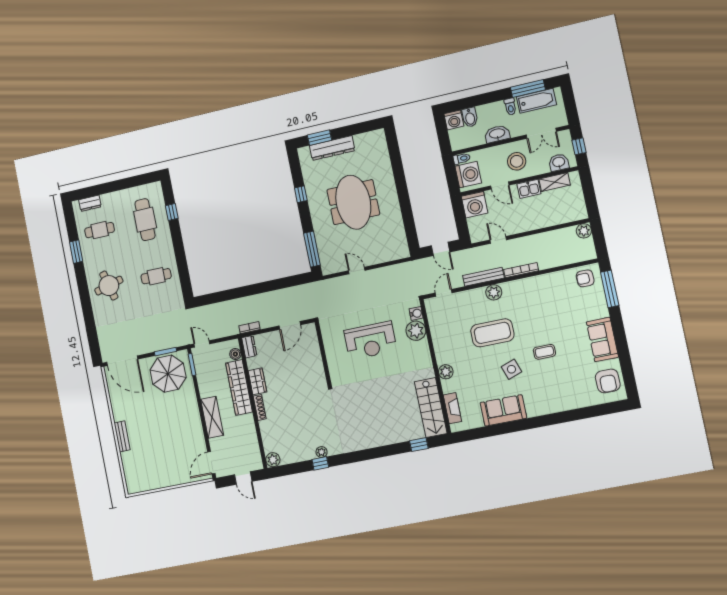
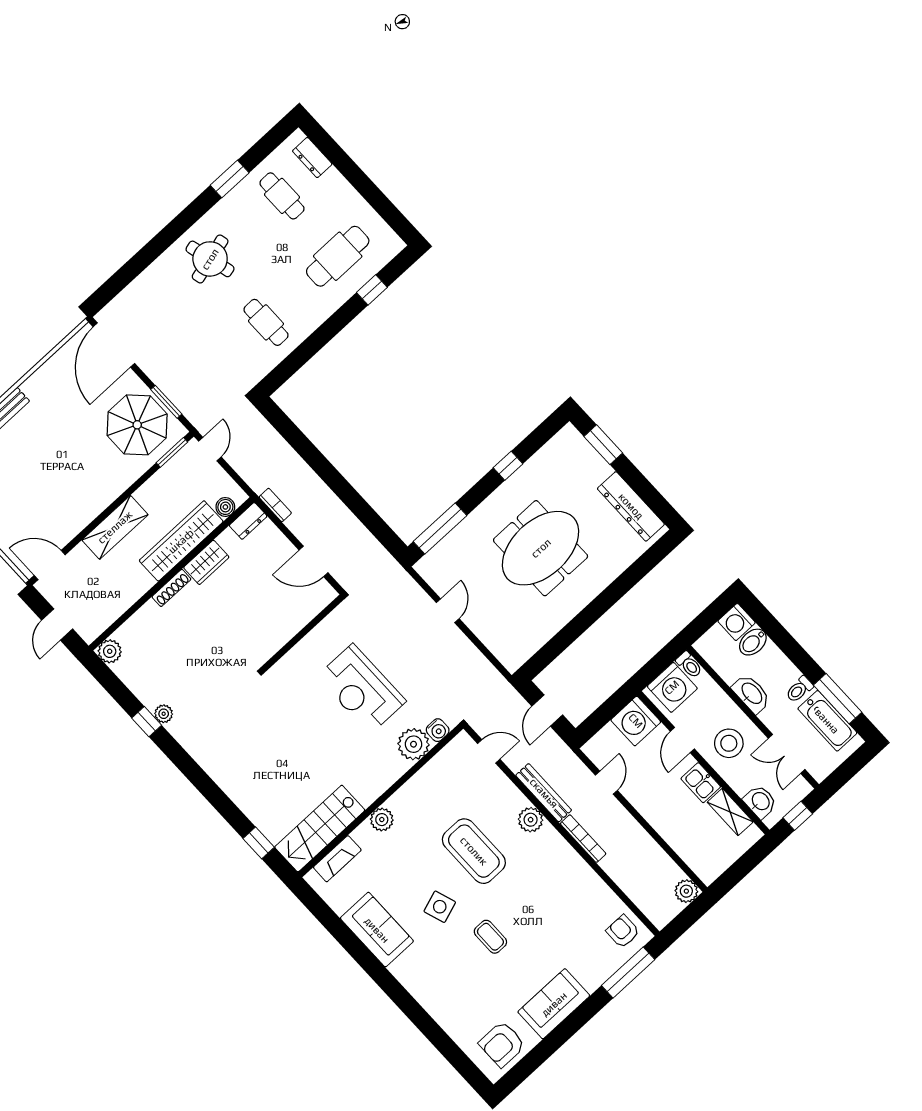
dresser: (332, 148) -> (631, 506), moved

